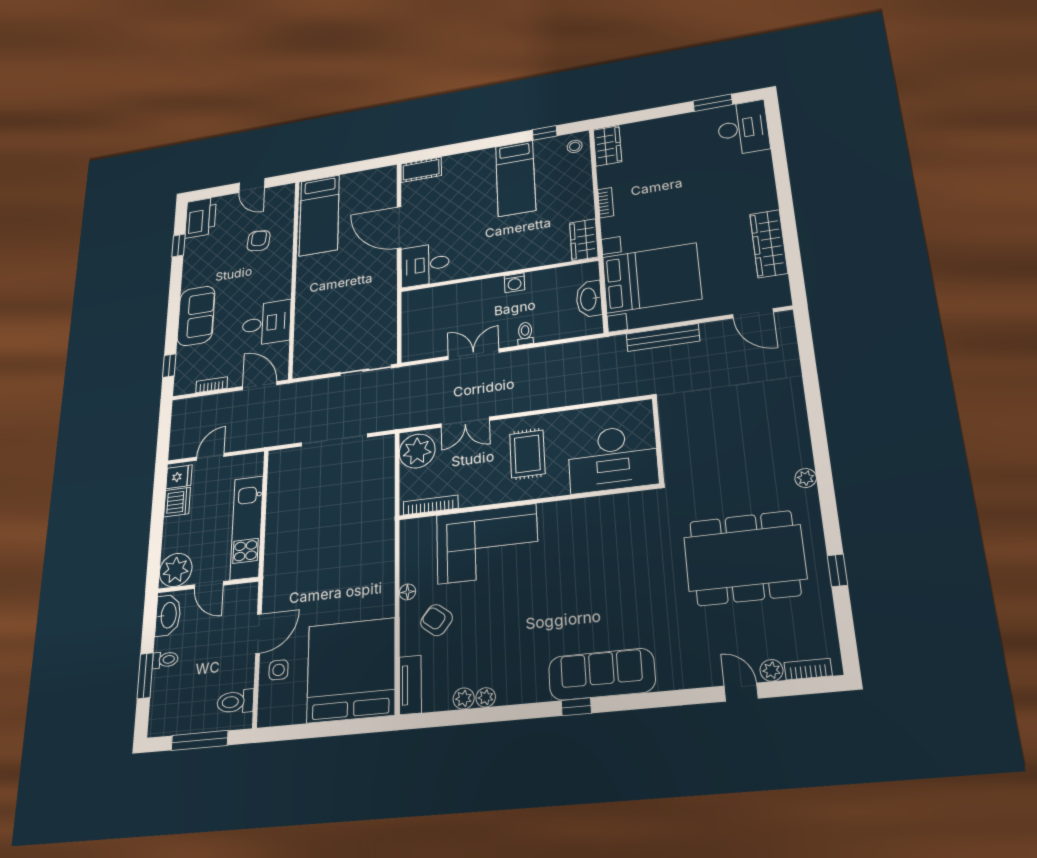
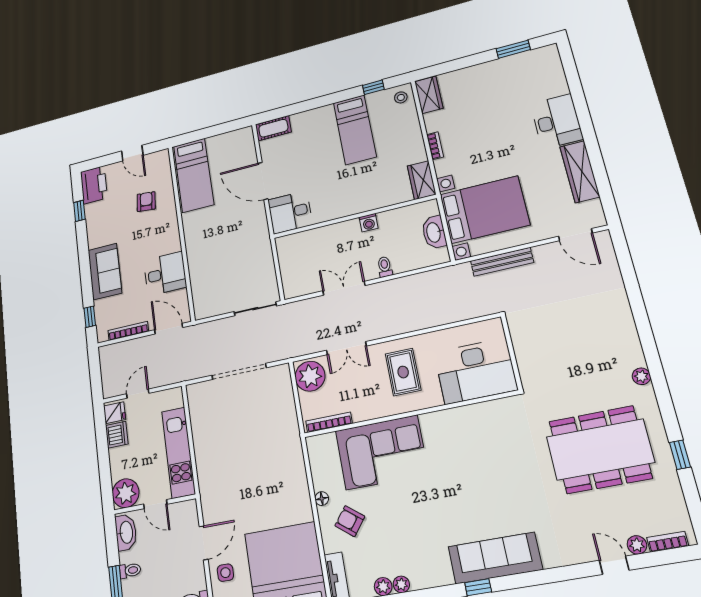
desk: (743, 128) -> (557, 121), moved
bookcase: (212, 385) -> (128, 331), width x1.56

